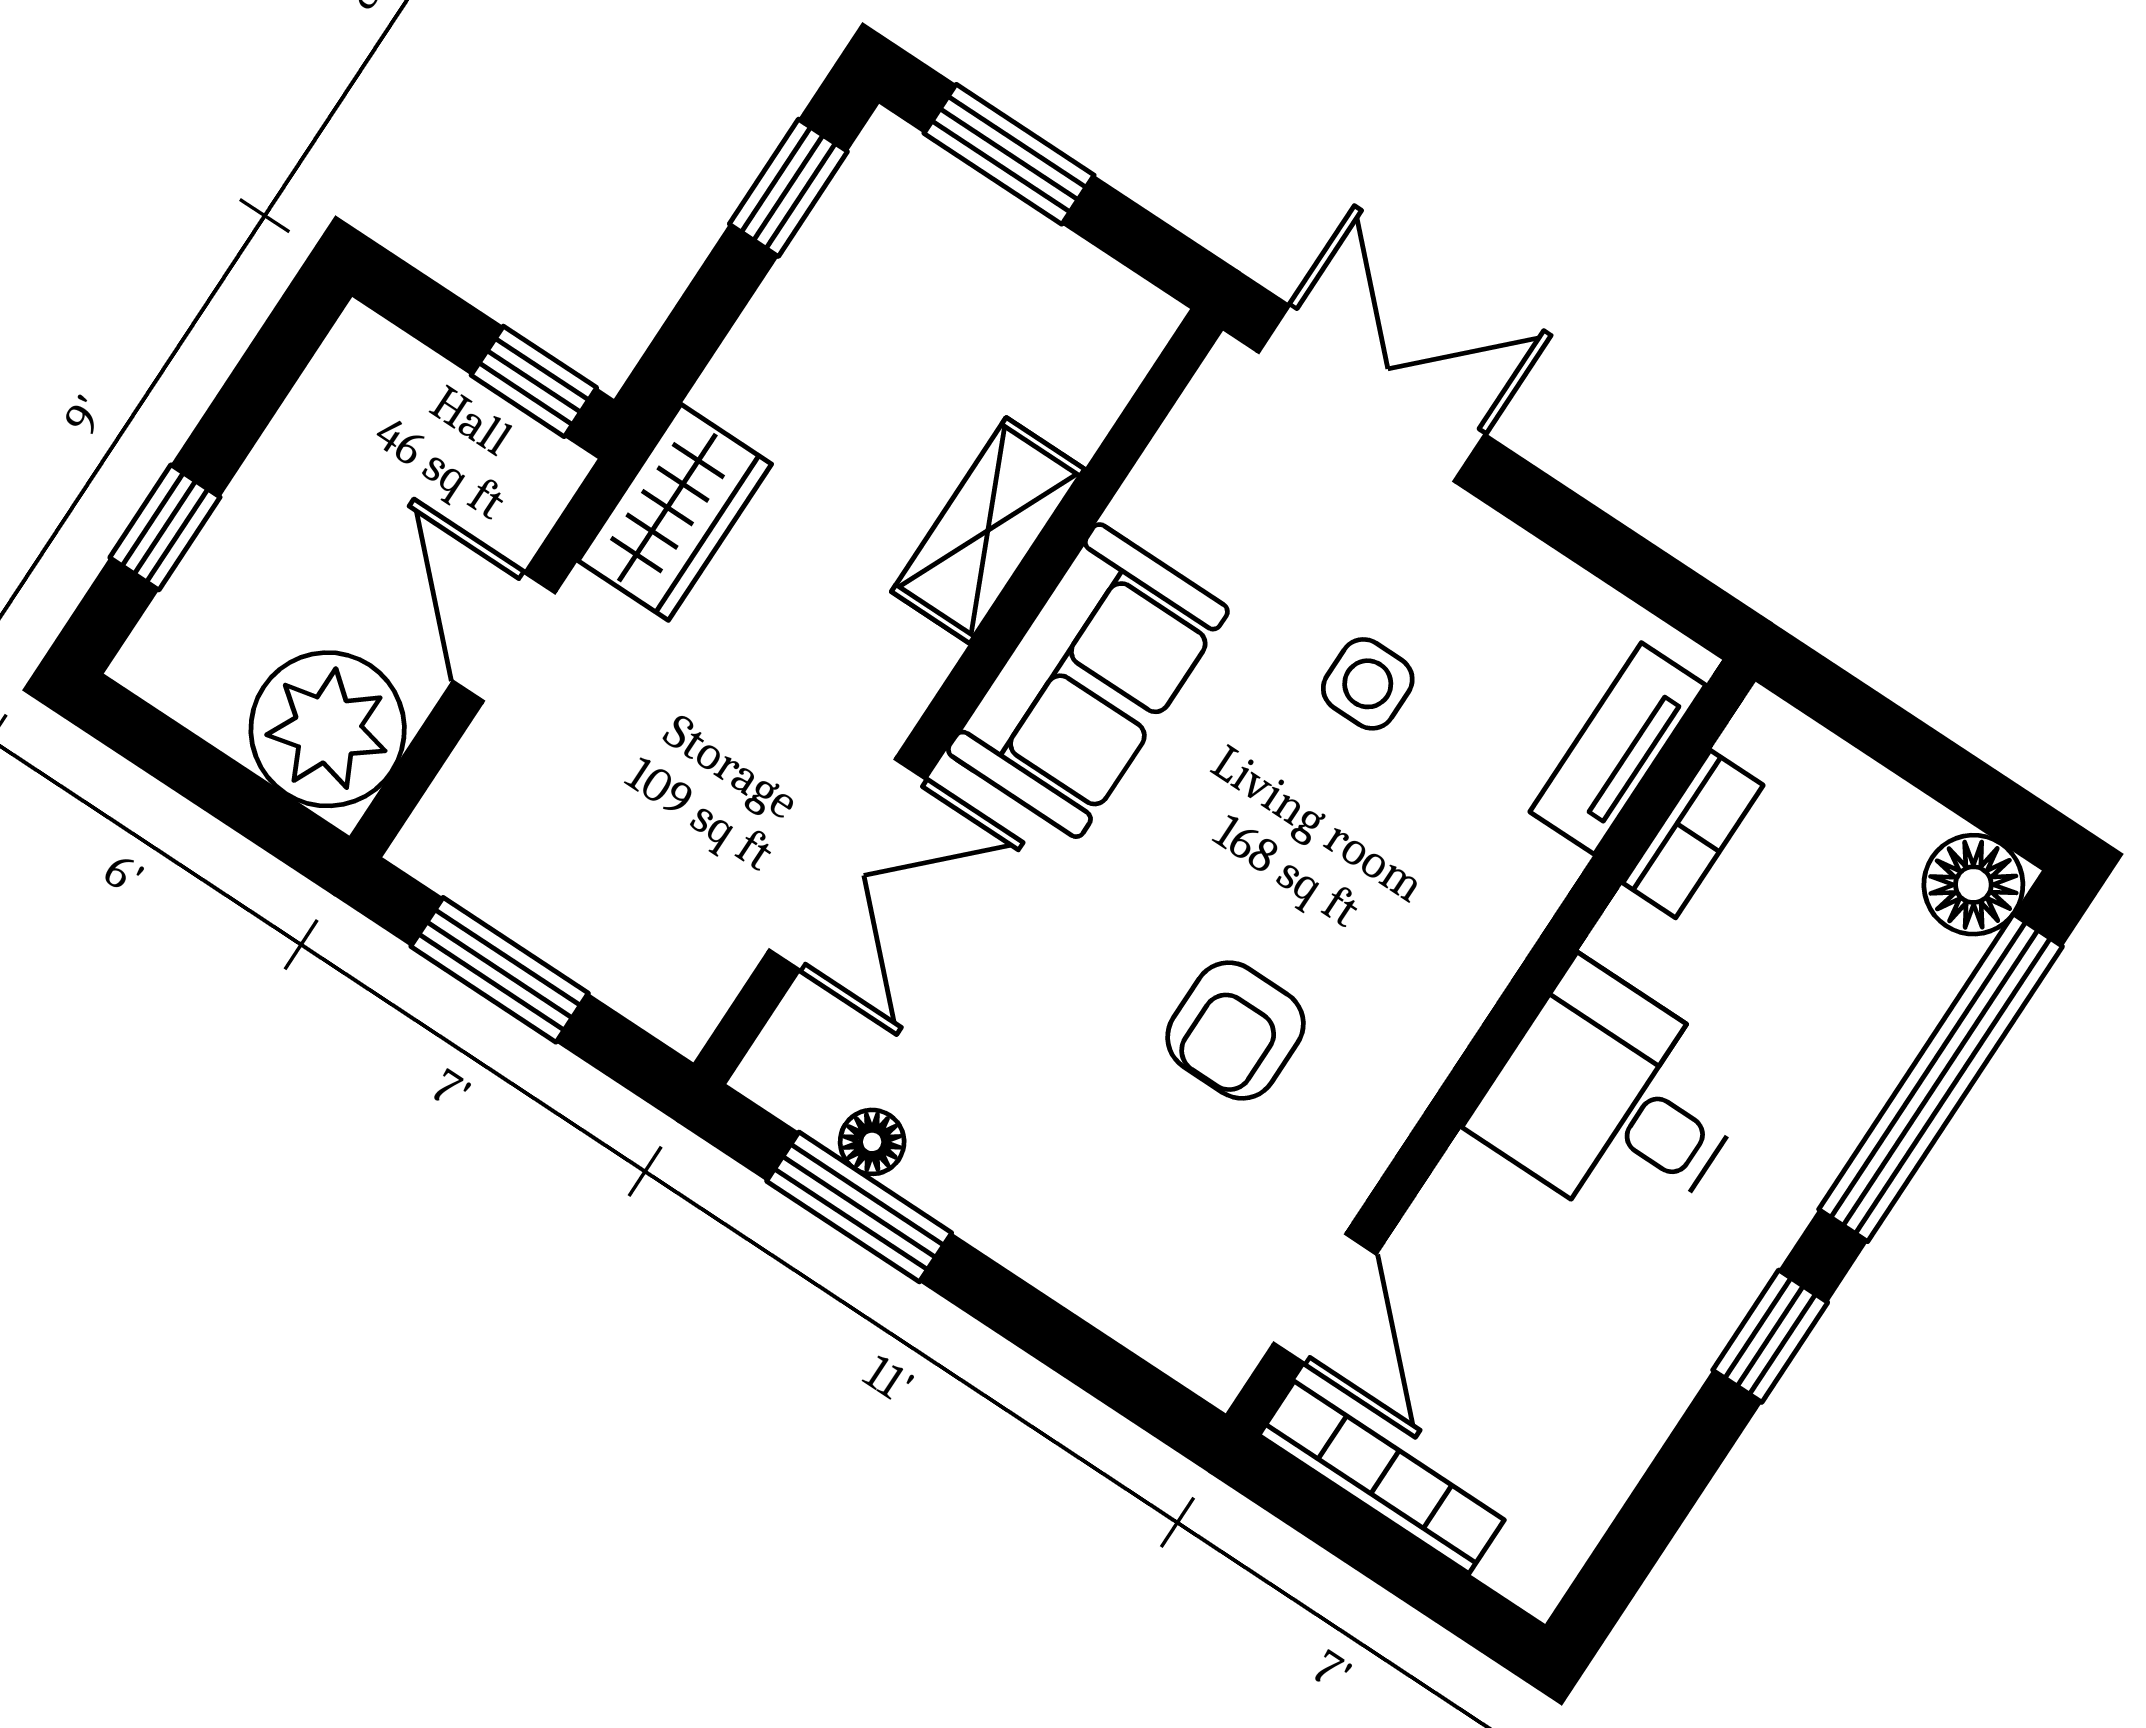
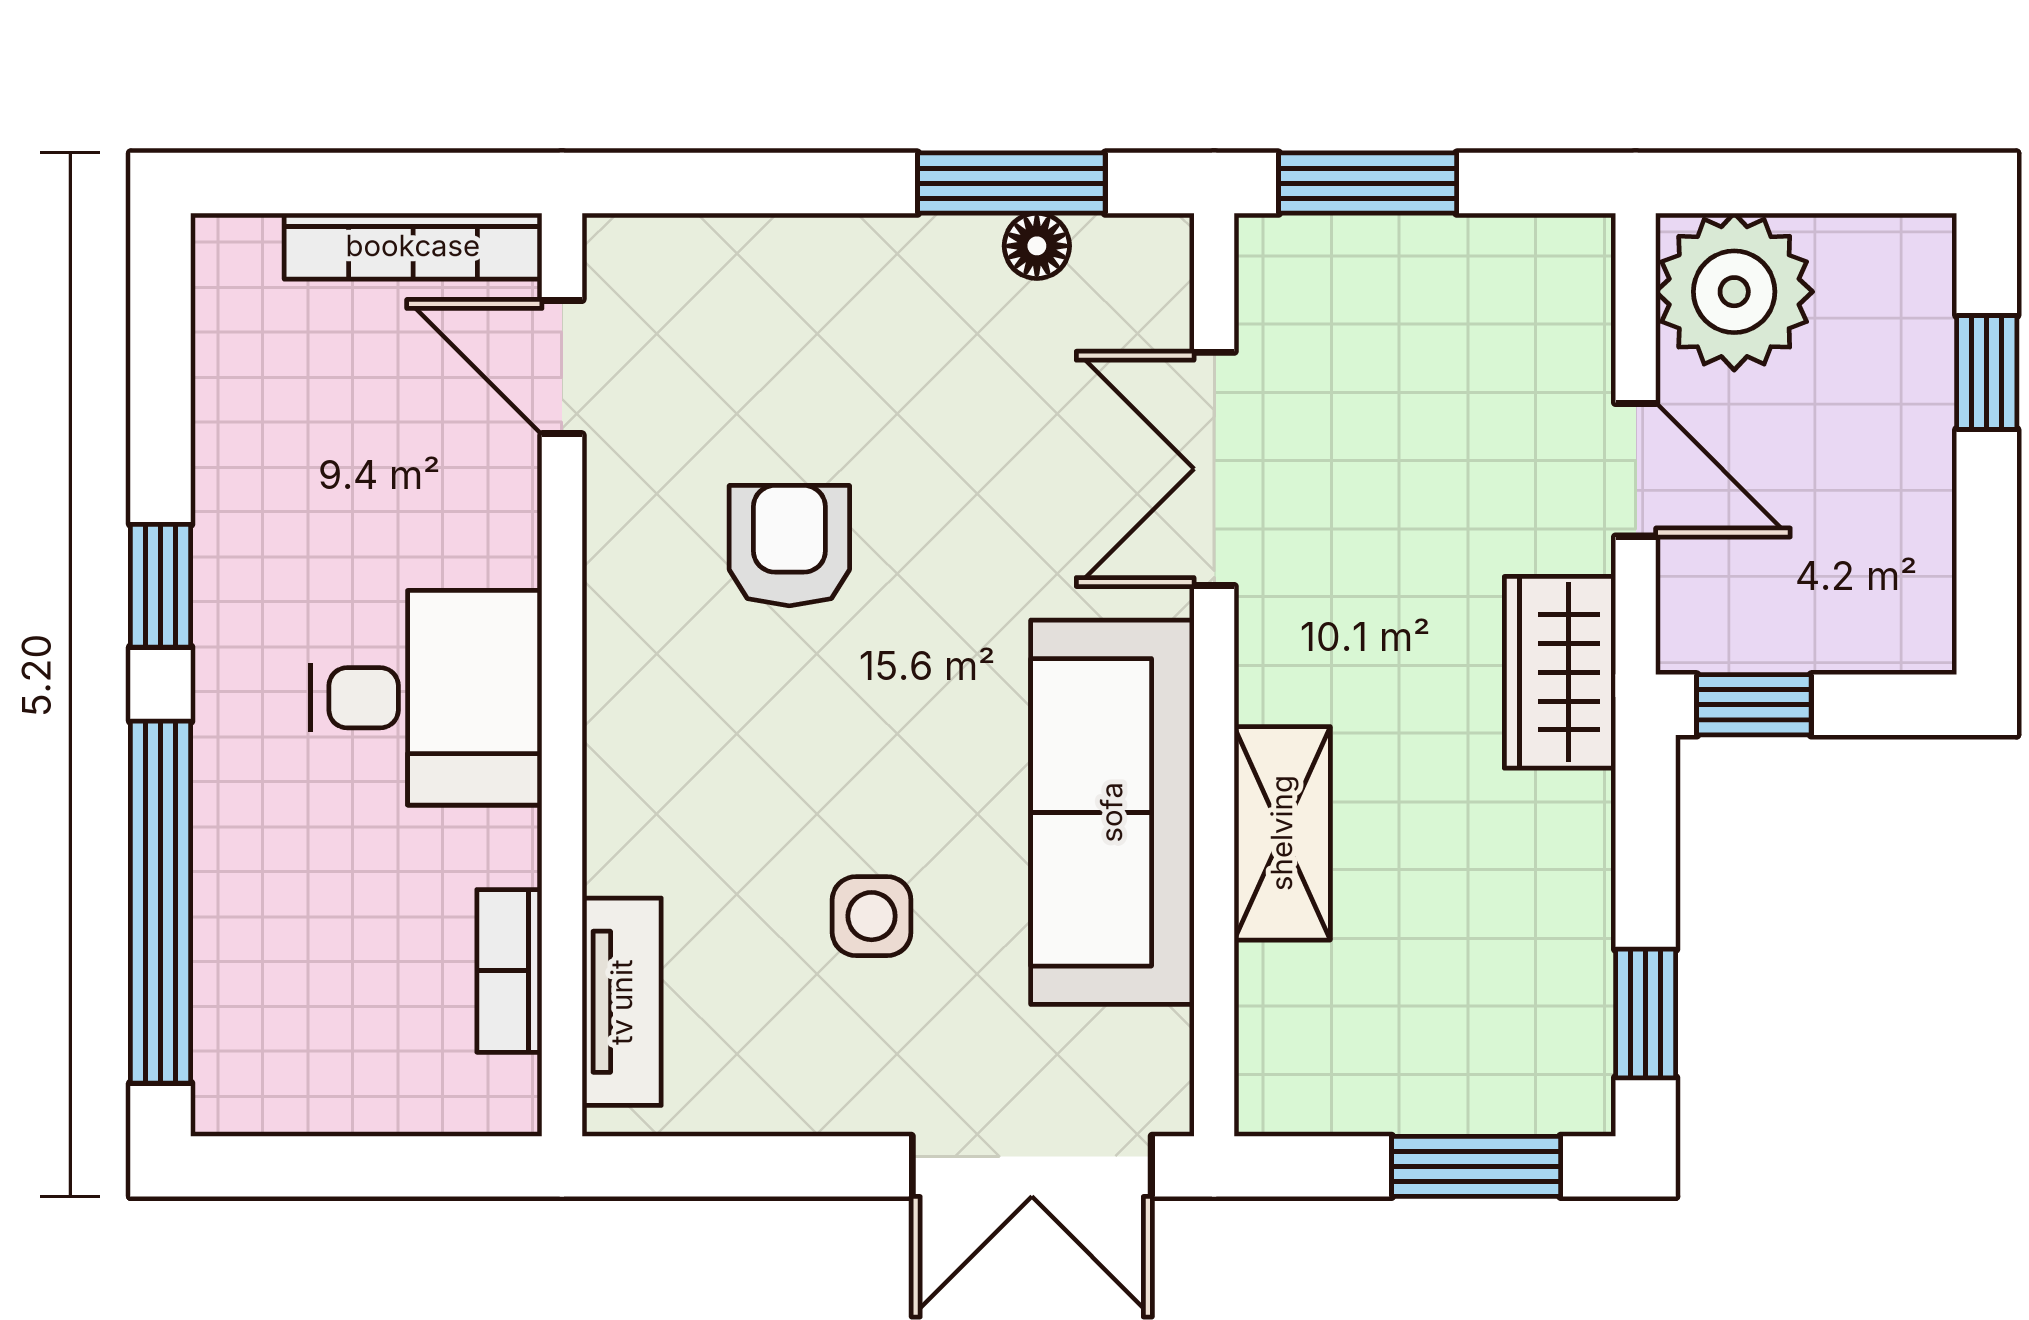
sofa: (1088, 681) -> (1112, 812), width x1.36
floor lamp: (1973, 885) -> (241, 1086), removed
window: (500, 970) -> (1368, 183), moved

